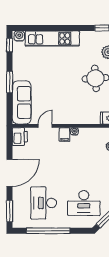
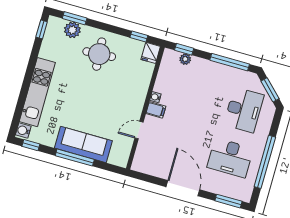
window: (10, 82) -> (75, 158), width x1.44
sofa: (22, 102) -> (83, 144), moved
door: (45, 126) -> (139, 130), hinge flipped
printer: (20, 137) -> (143, 164), removed

